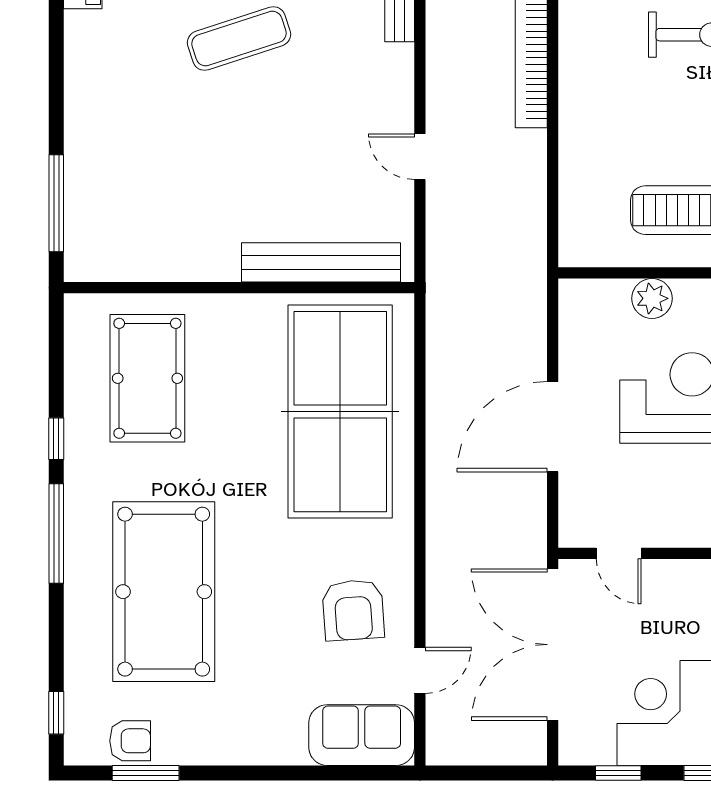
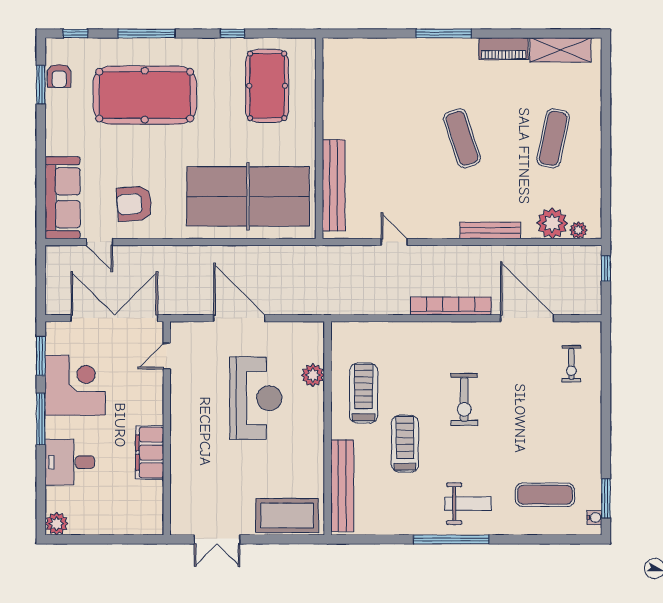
door: (420, 157) -> (394, 242), hinge flipped
window: (56, 203) -> (444, 34), moved
pool table: (147, 378) -> (267, 86), turned 90
window: (56, 533) -> (146, 34), moved
sofa: (362, 735) -> (62, 198), width x1.36
window: (618, 773) -> (41, 356), width x1.50

